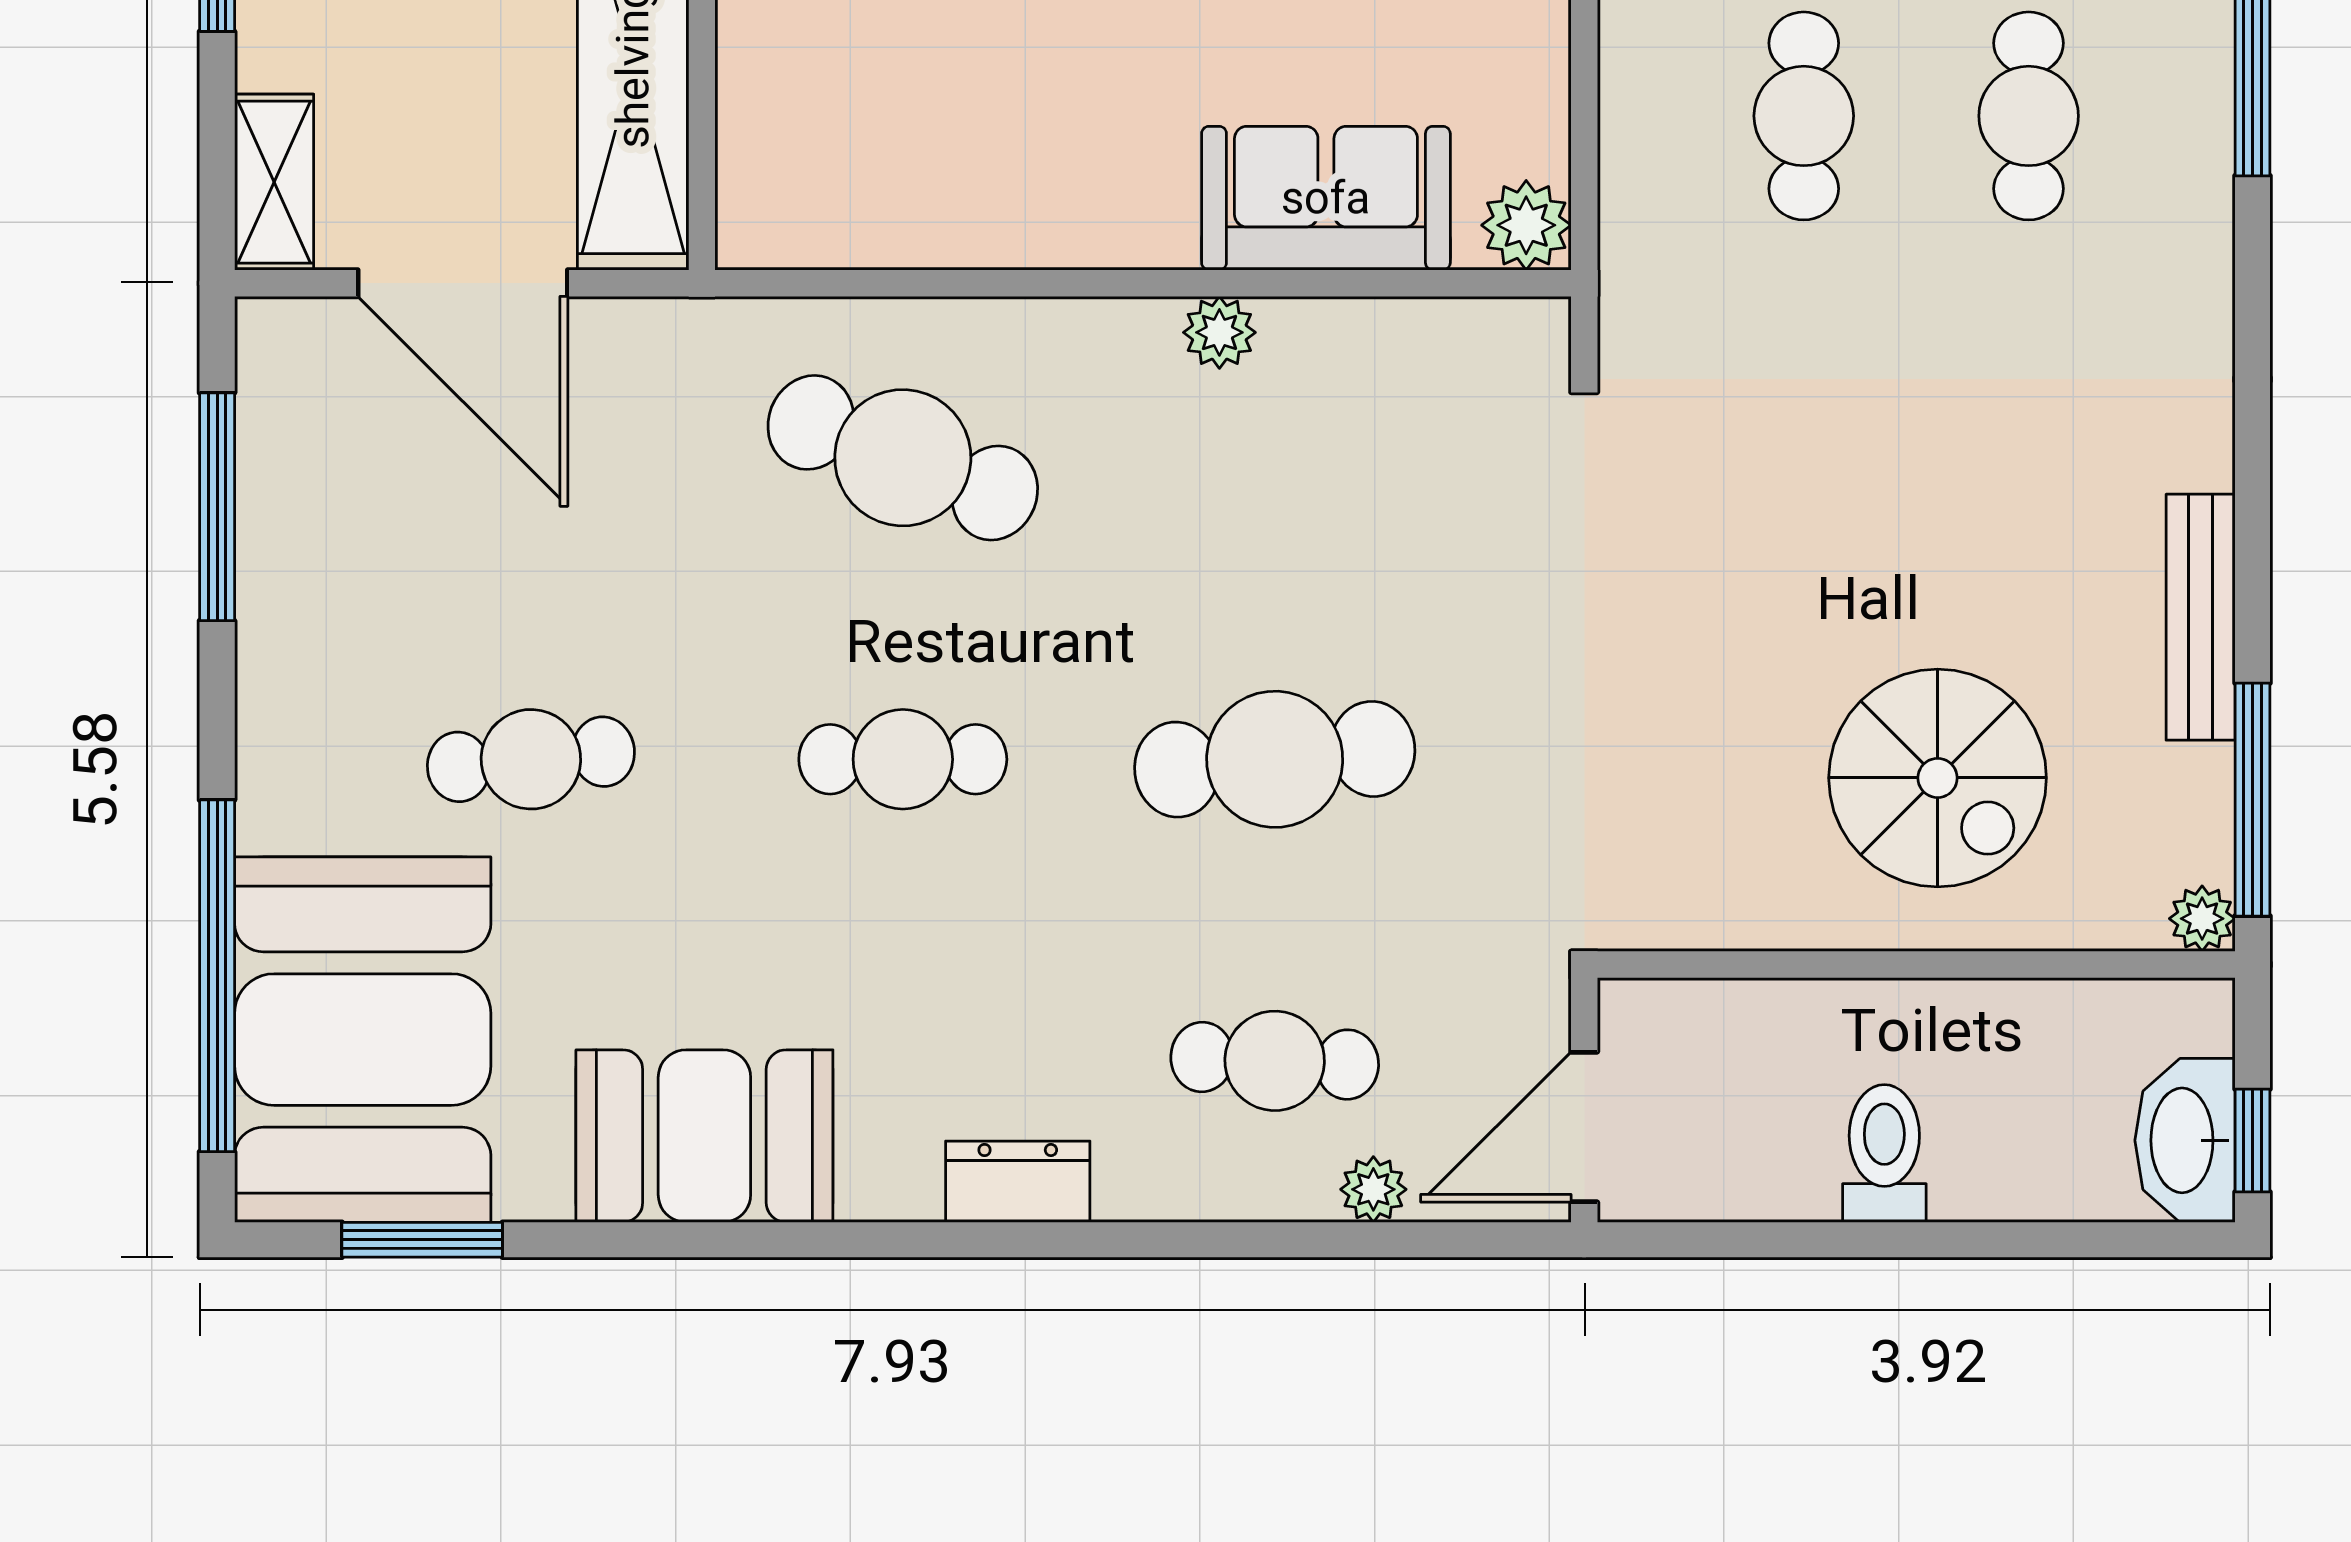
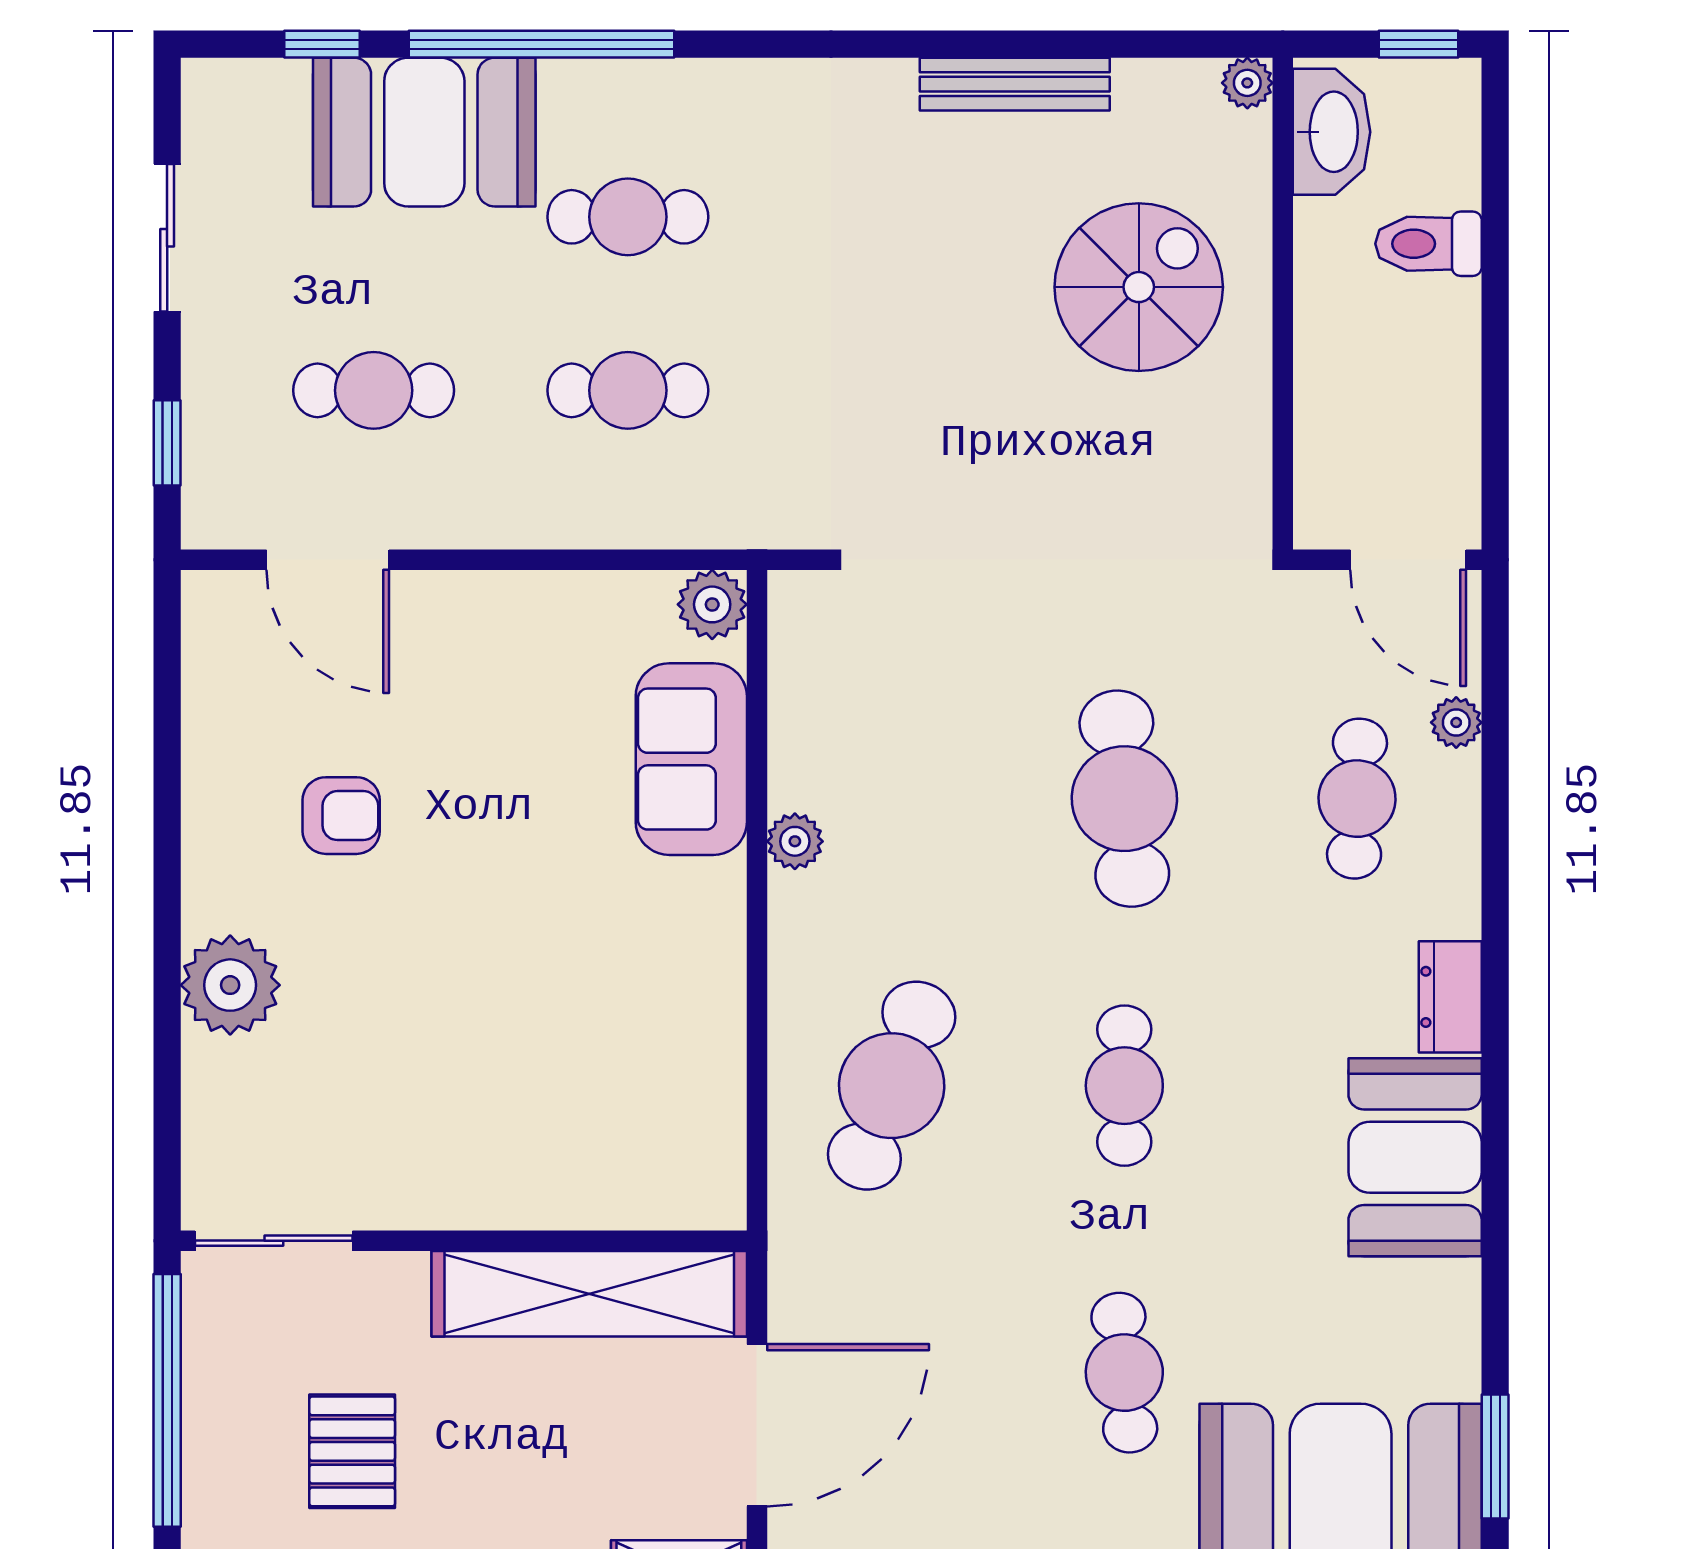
window: (2252, 800) -> (1155, 44), removed
booth: (704, 1136) -> (1415, 1157), moved
washbasin: (2185, 1140) -> (1331, 132), moved, turned -90
toilet: (1884, 1153) -> (1428, 244), moved

